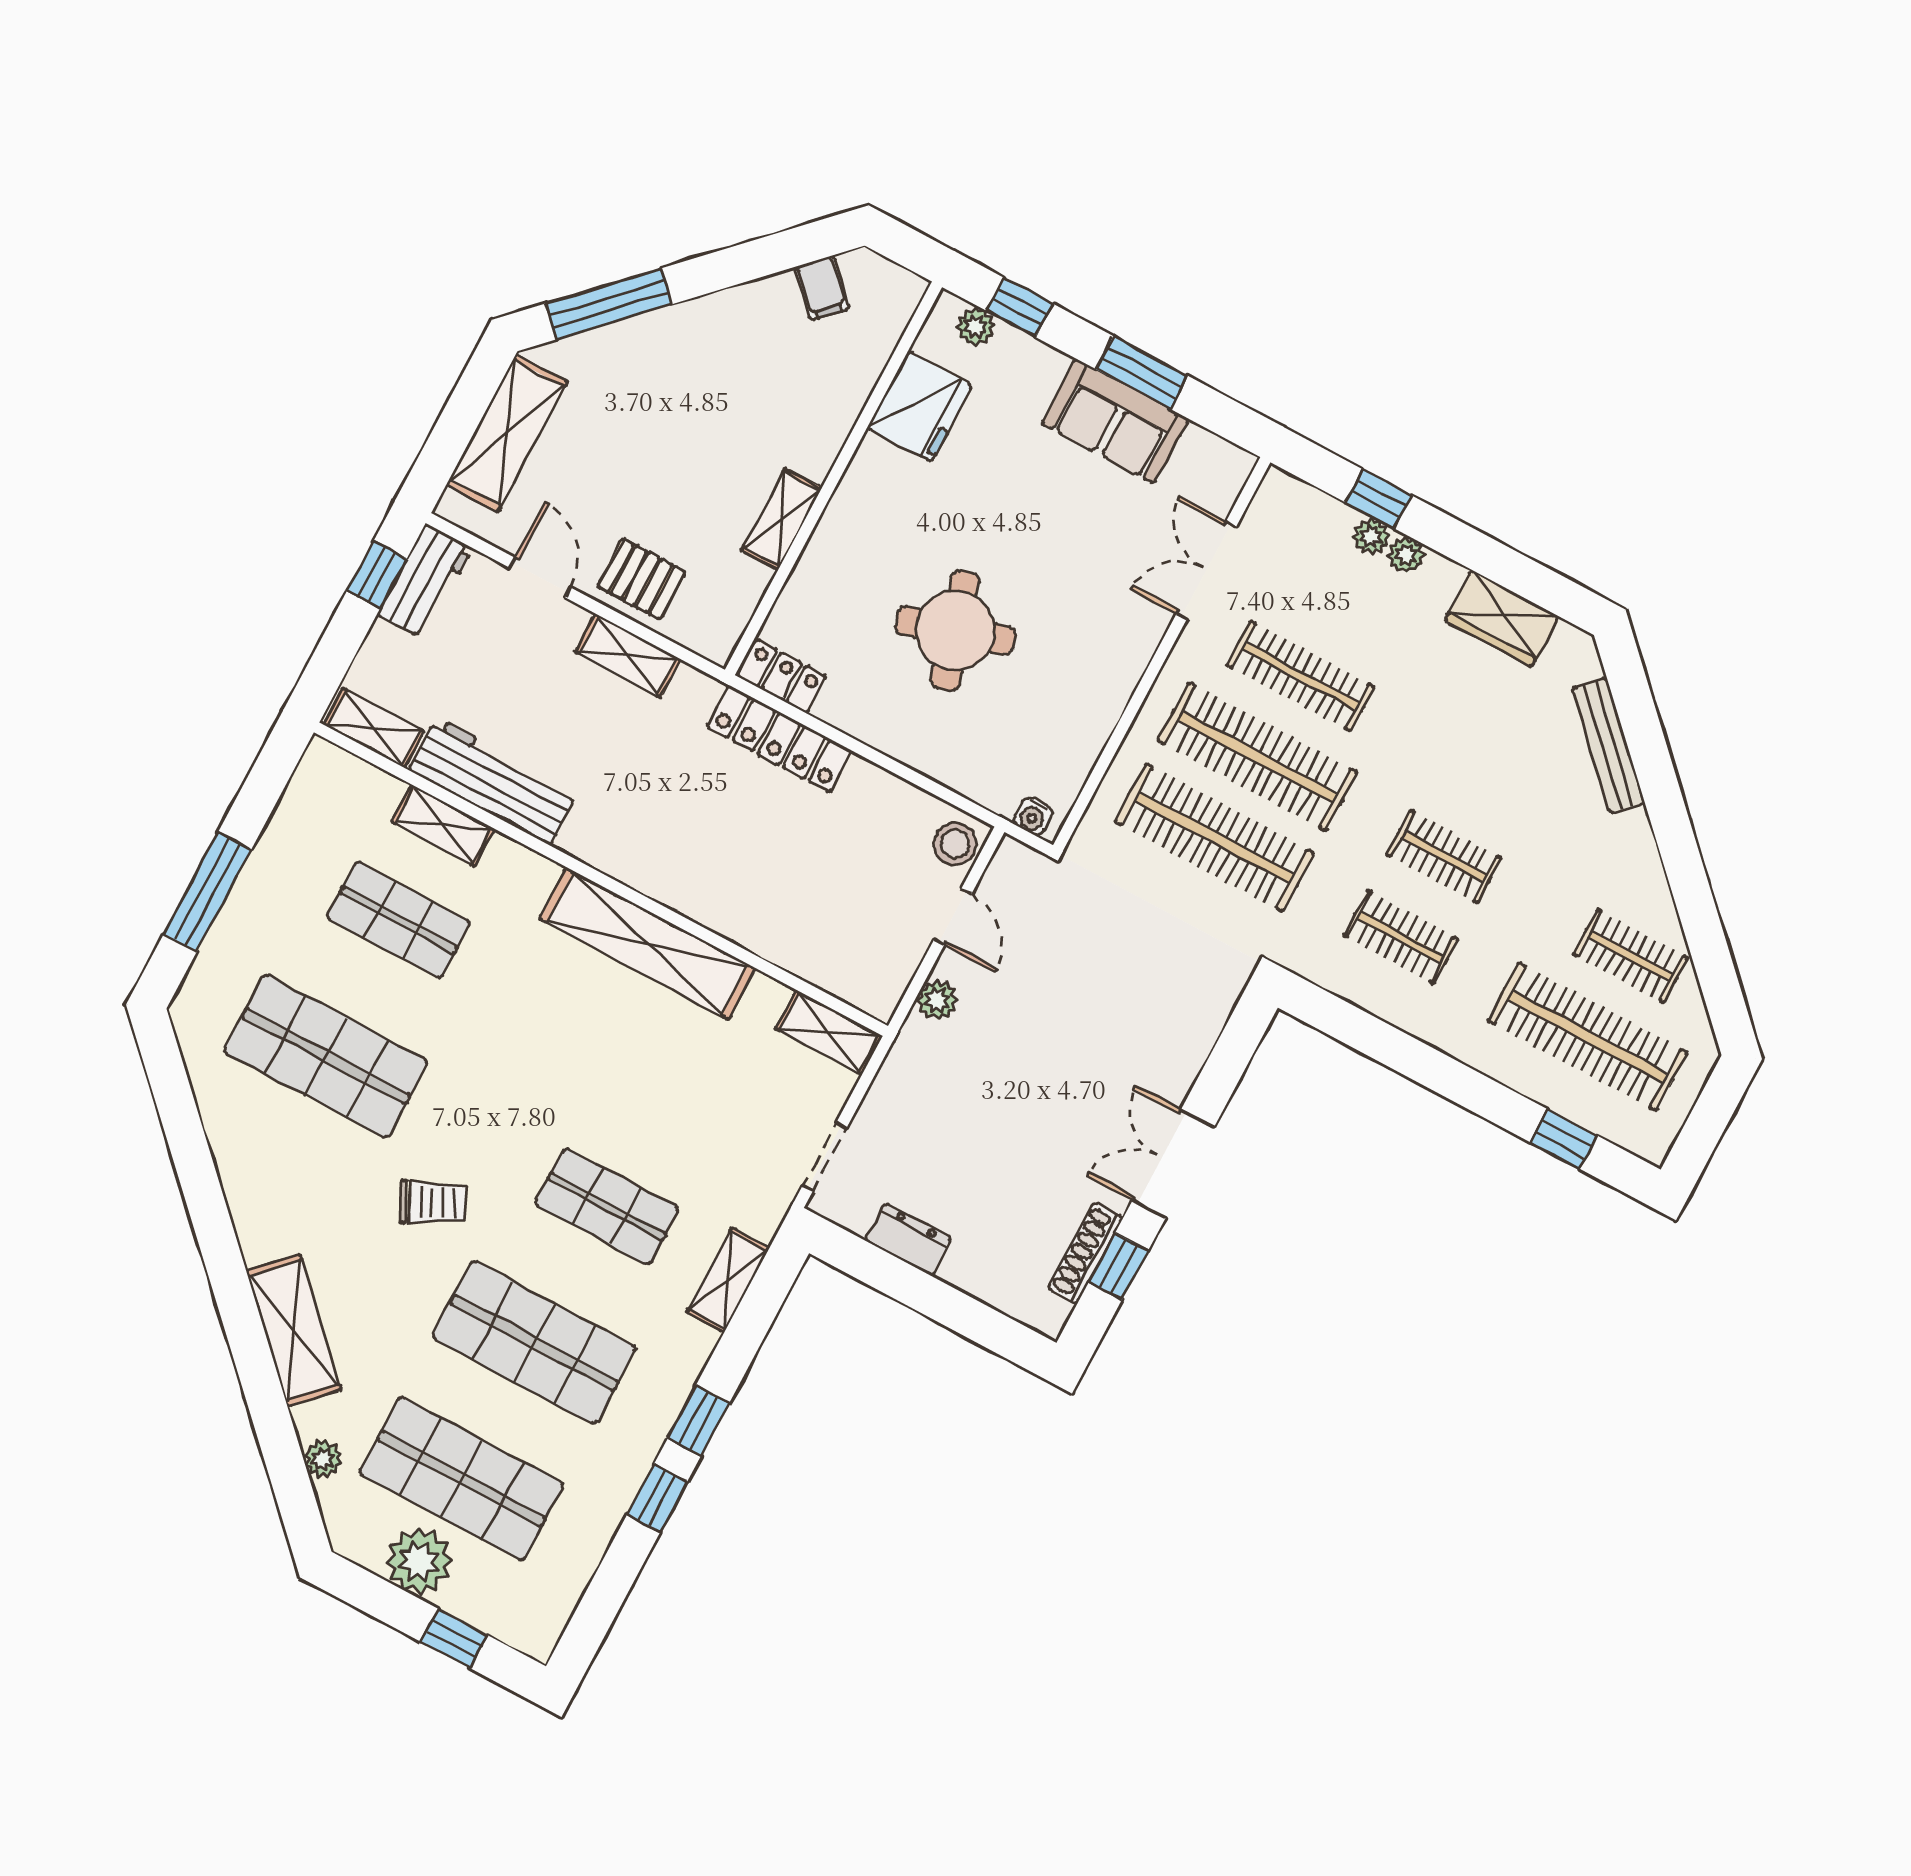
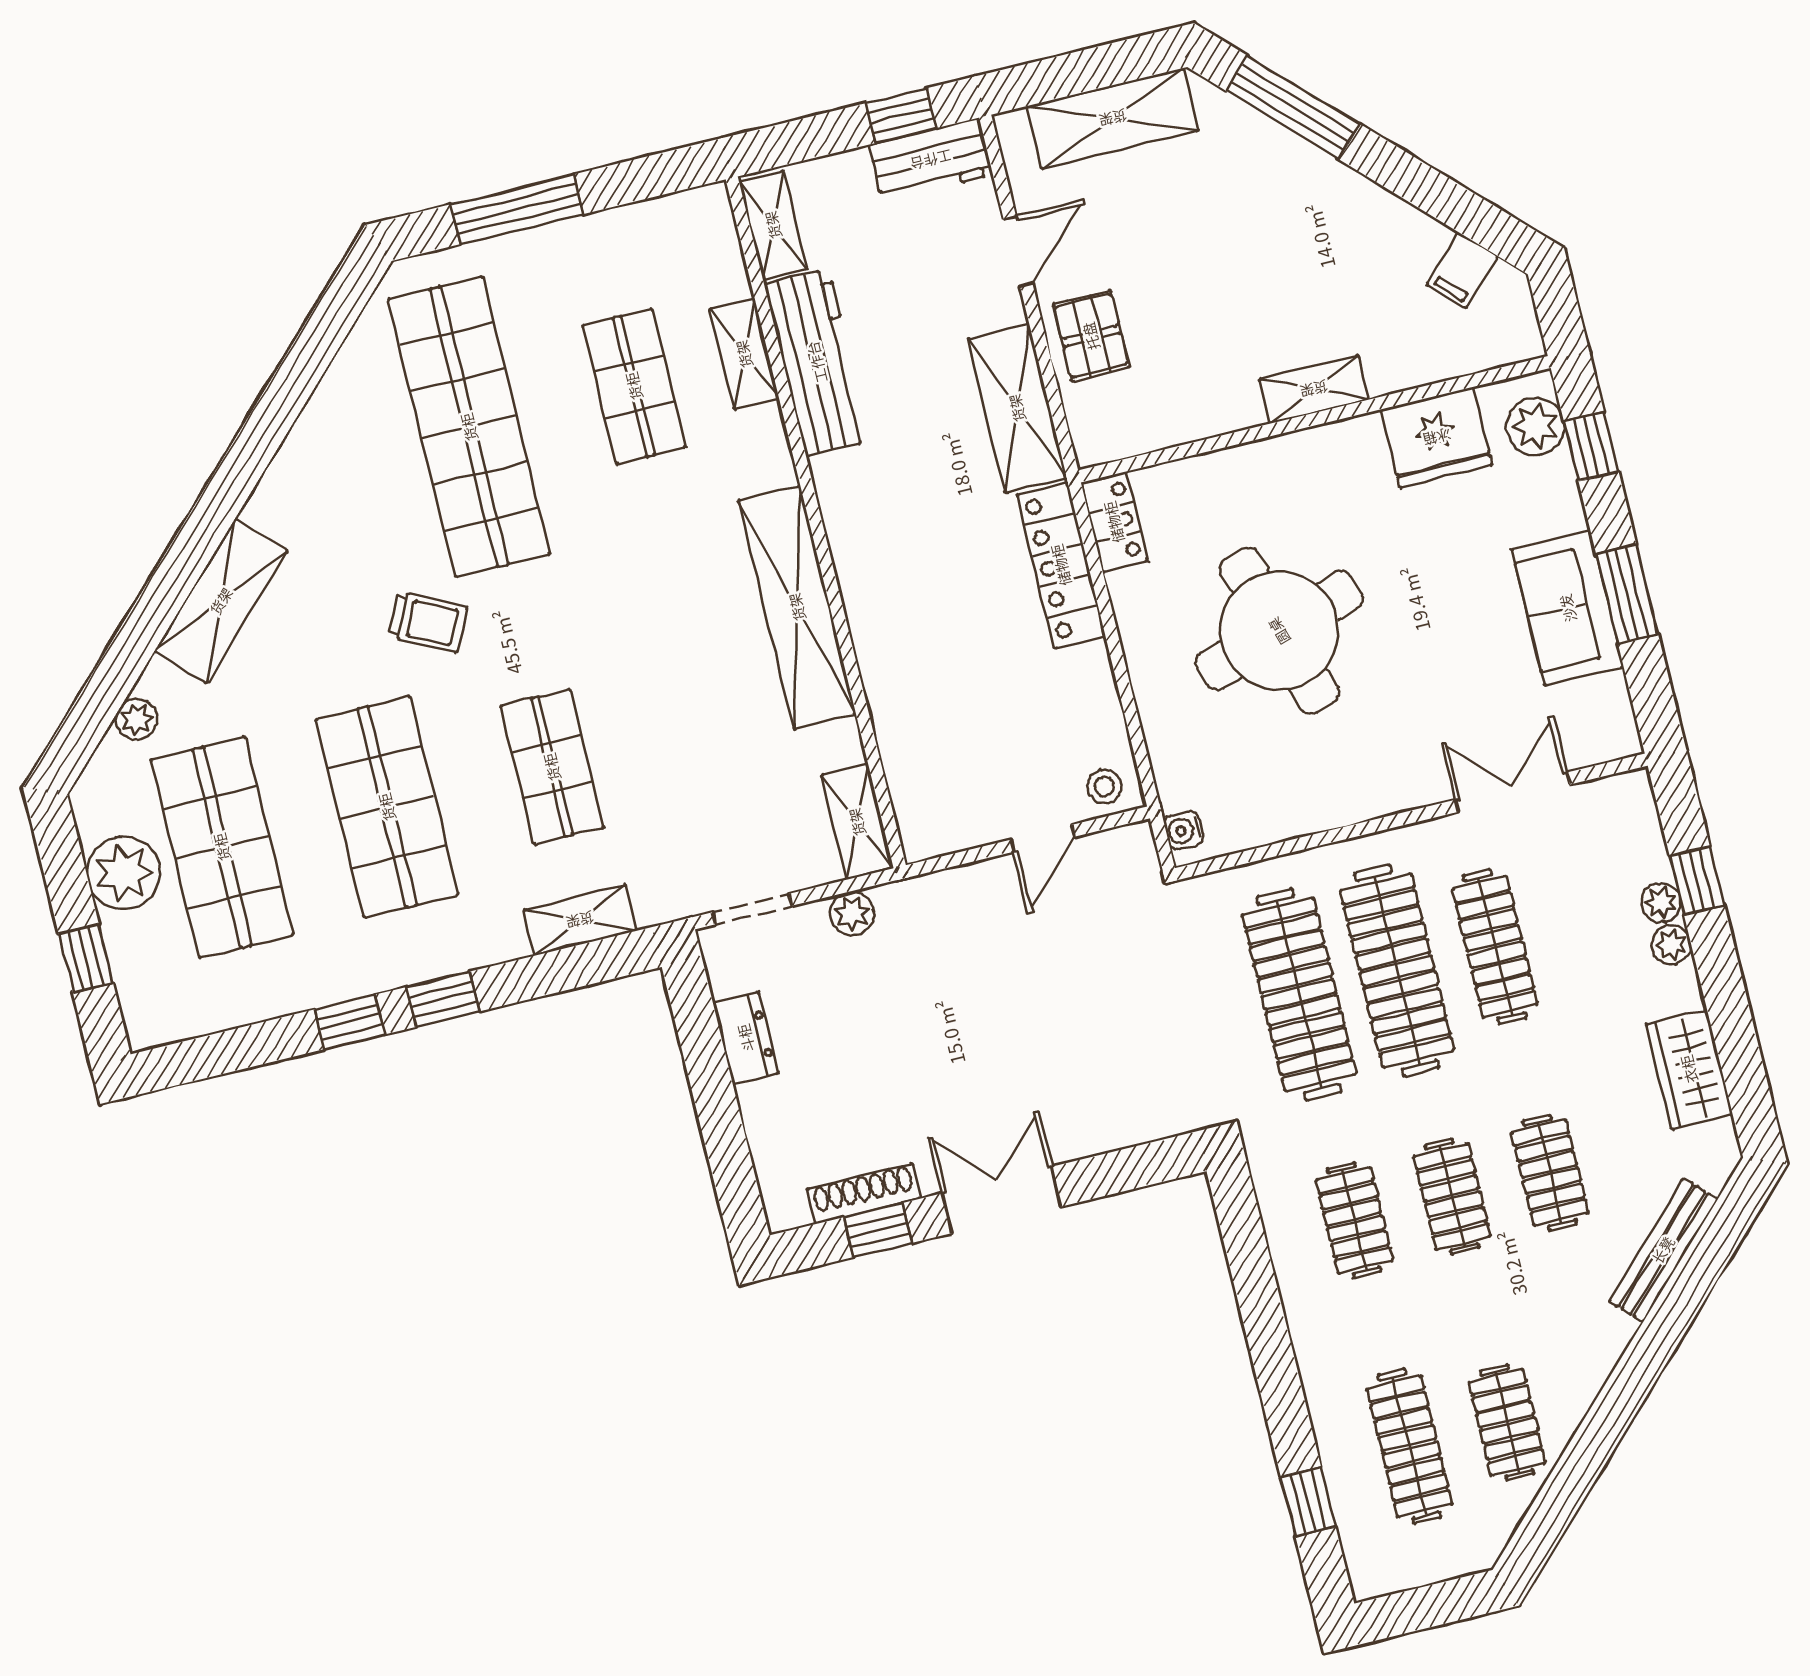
plant: (976, 326) -> (1535, 426), width x1.38, depth x1.38
shelving: (782, 519) -> (1314, 389), moved
round table: (955, 630) -> (1279, 631), width x1.36, depth x1.36
shelving: (628, 656) -> (1017, 408), width x1.50, depth x1.33
clothes rail: (1487, 776) -> (1550, 1173), added
stool: (955, 844) -> (1104, 787), width x0.73, depth x0.73
plant: (937, 1000) -> (852, 913), moved
clothes rail: (1587, 1037) -> (1409, 1446), width x0.73, depth x0.76
shop shelf: (326, 1056) -> (469, 427), width x1.40
trolley: (433, 1203) -> (428, 622), turned -37

